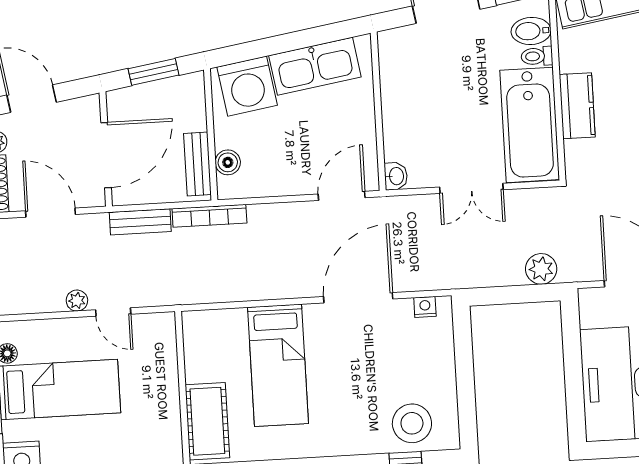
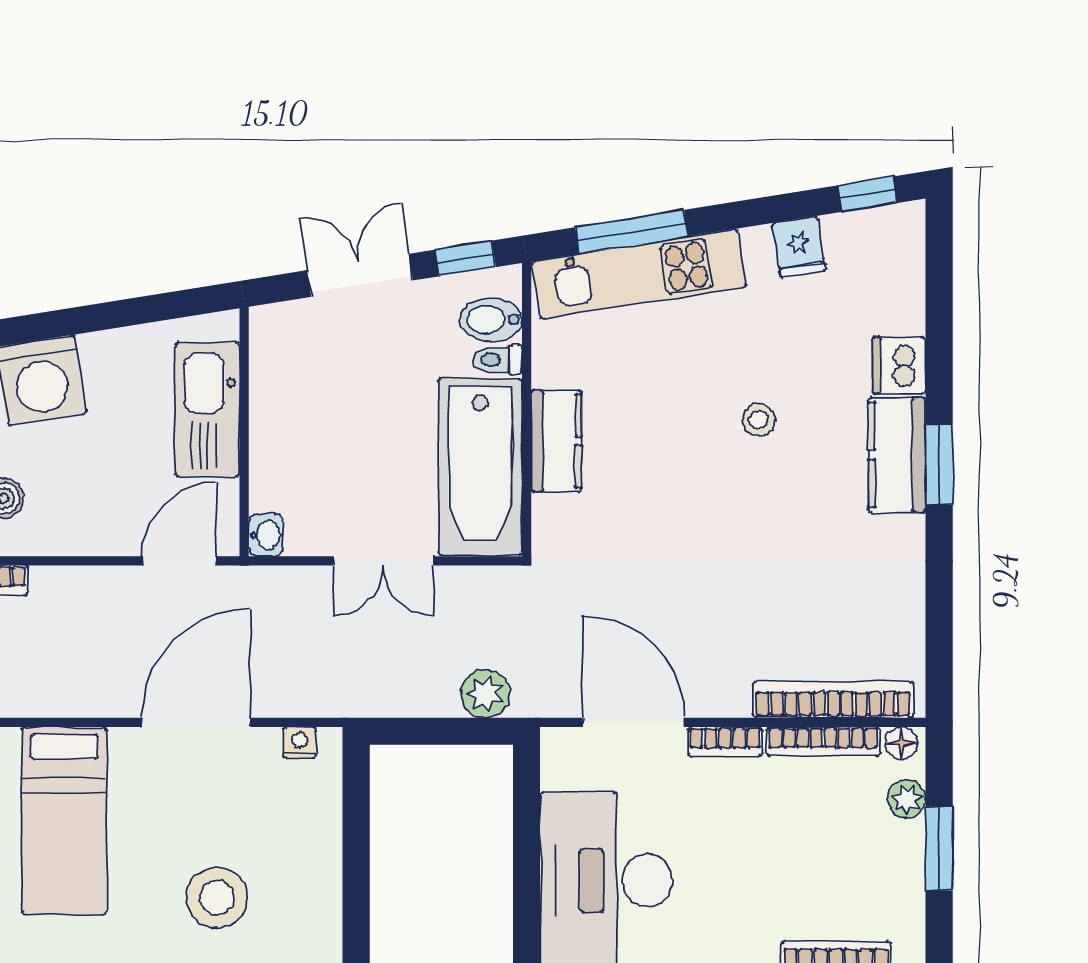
kitchen sink: (315, 66) -> (207, 410), moved, turned 99
stool: (412, 423) -> (217, 898), moved

